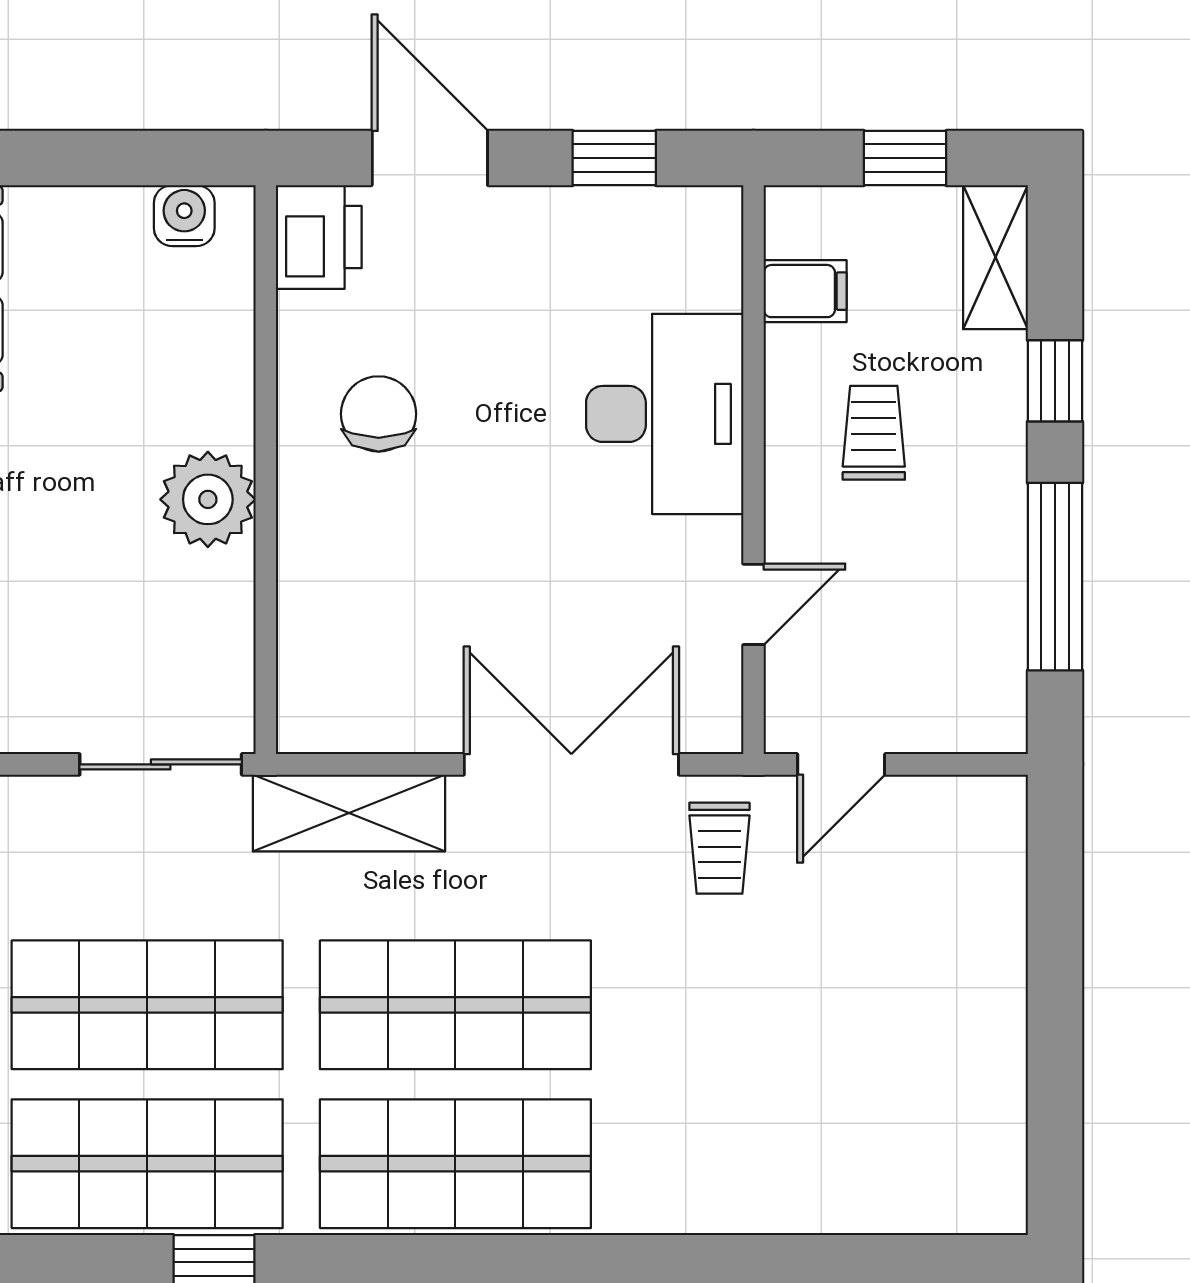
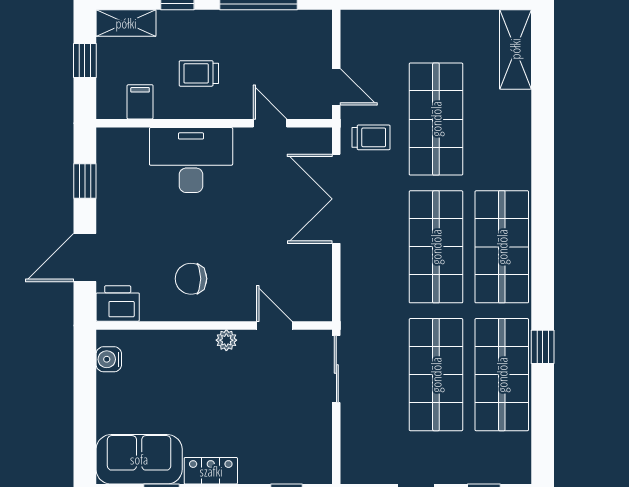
plant: (208, 499) -> (226, 340), width x0.53, depth x0.53
door: (266, 615) -> (274, 325), added
shelving: (349, 813) -> (515, 49), moved
shop shelf: (764, 1005) -> (436, 119), added

